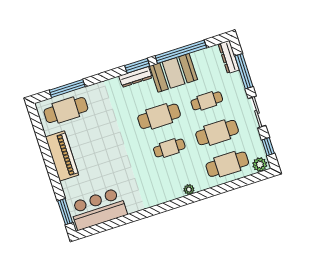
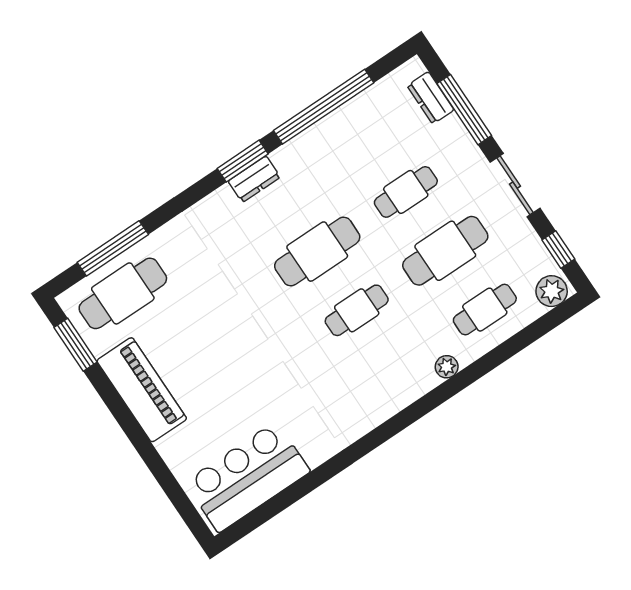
dresser: (229, 57) -> (430, 98), width x0.70
booth: (174, 73) -> (321, 154), removed
dresser: (135, 77) -> (254, 179), width x0.70
cafe table: (227, 164) -> (485, 310), width x0.73, depth x0.74
plant: (189, 190) -> (447, 367), moved
window: (65, 212) -> (76, 345), moved

